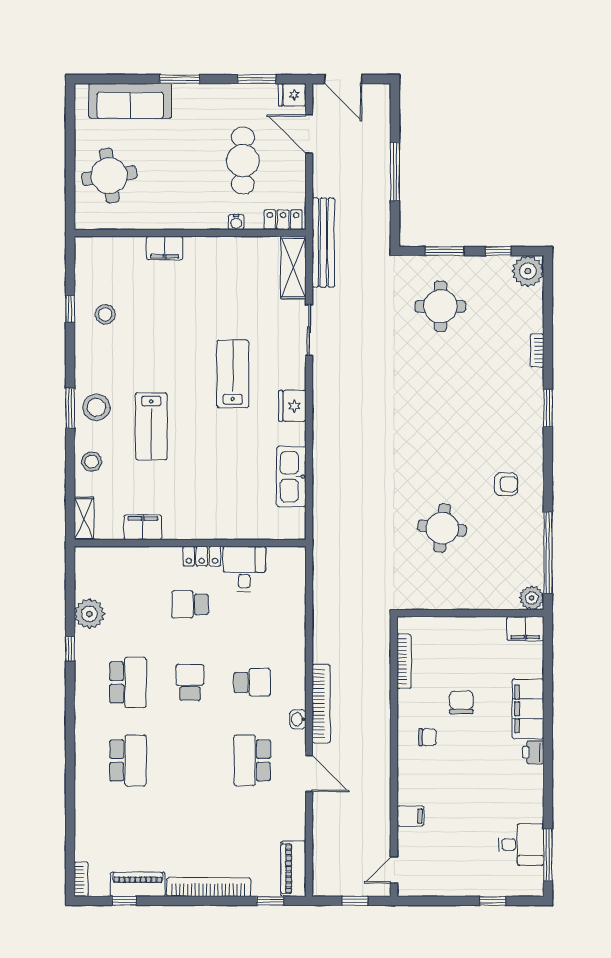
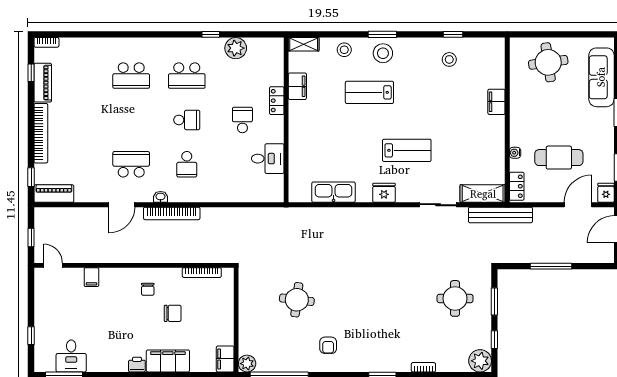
locker: (202, 556) -> (277, 101), moved

